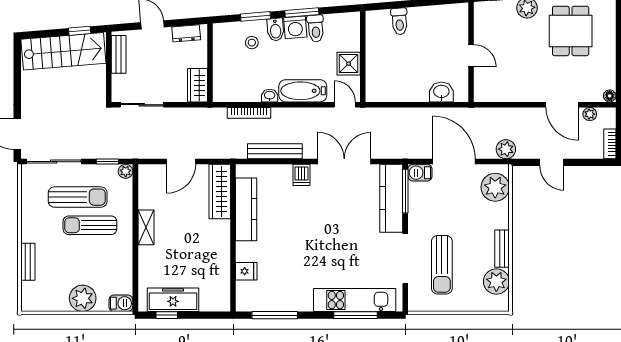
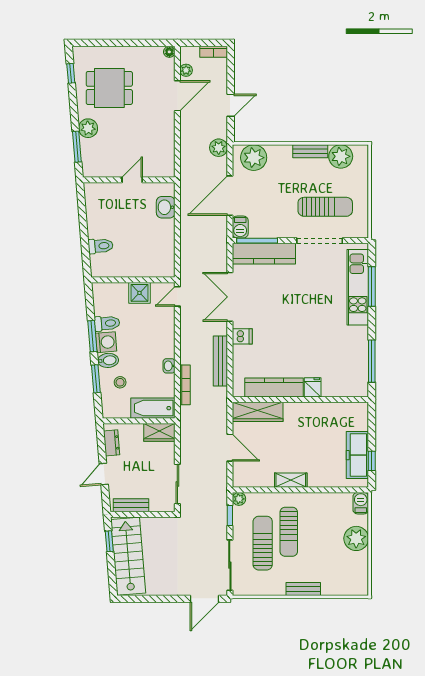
bathtub: (303, 91) -> (153, 408), moved, turned 90
bench: (28, 262) -> (303, 589), moved
fridge: (246, 271) -> (313, 387), moved

